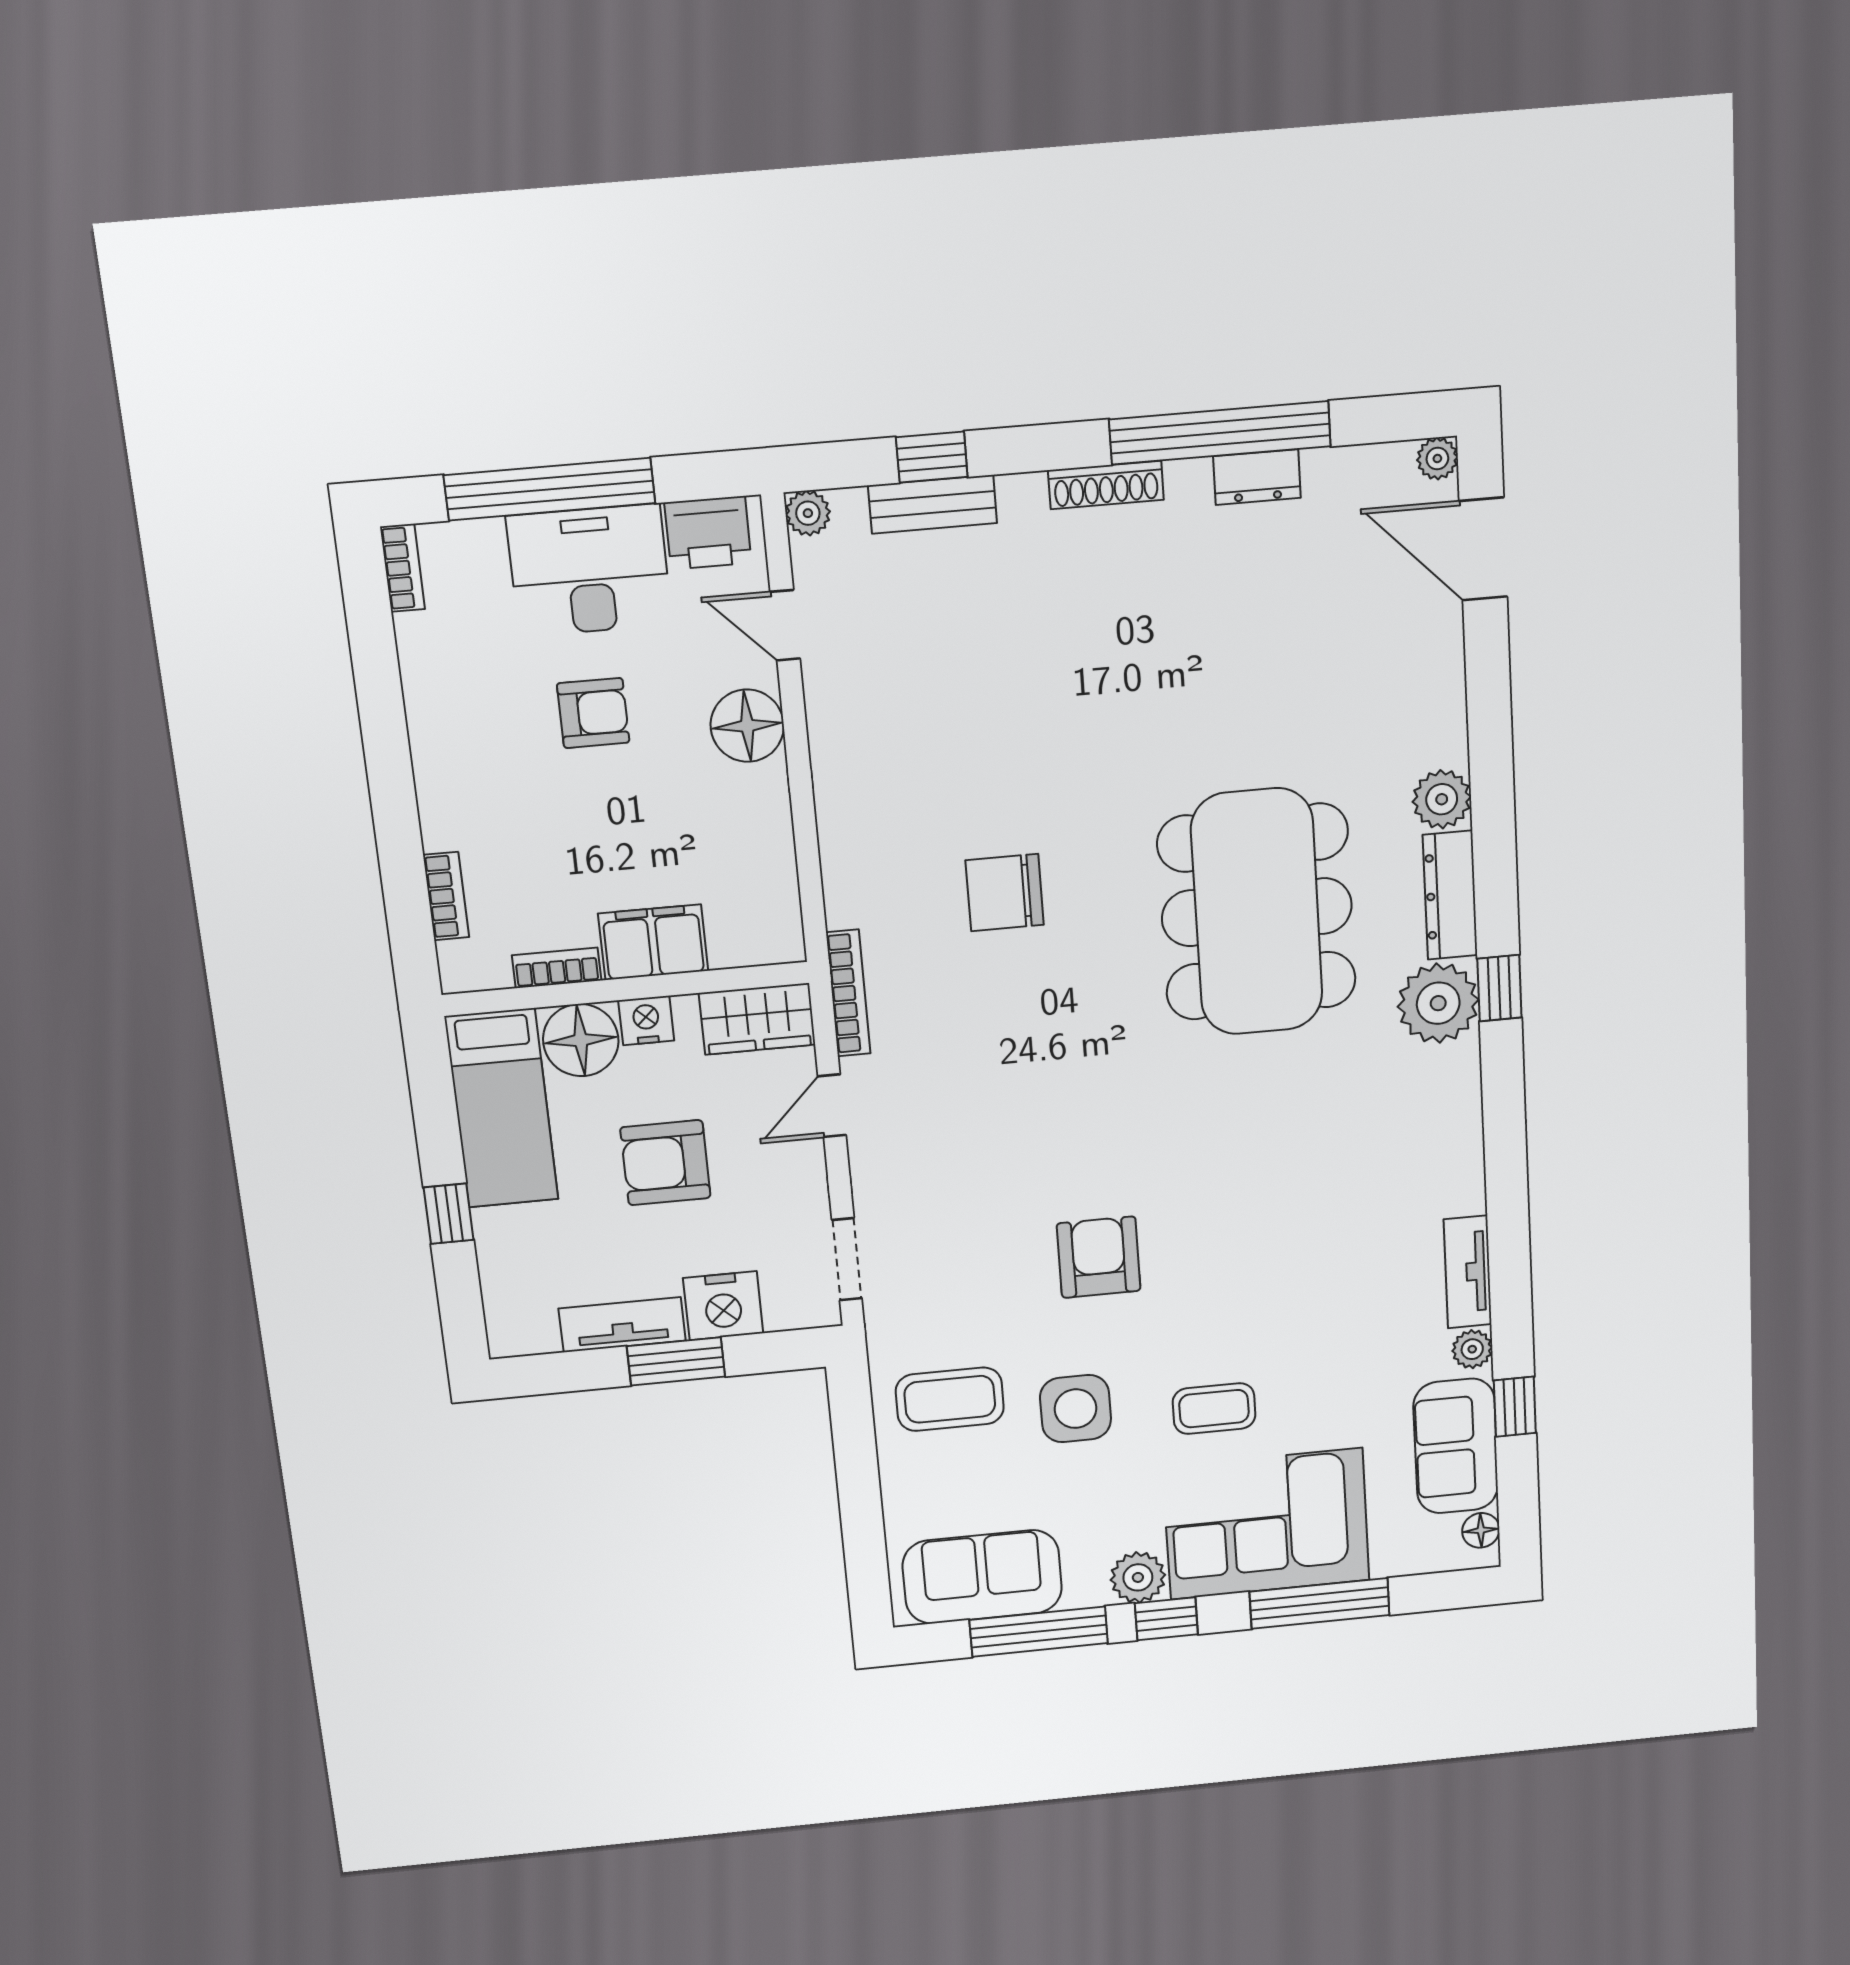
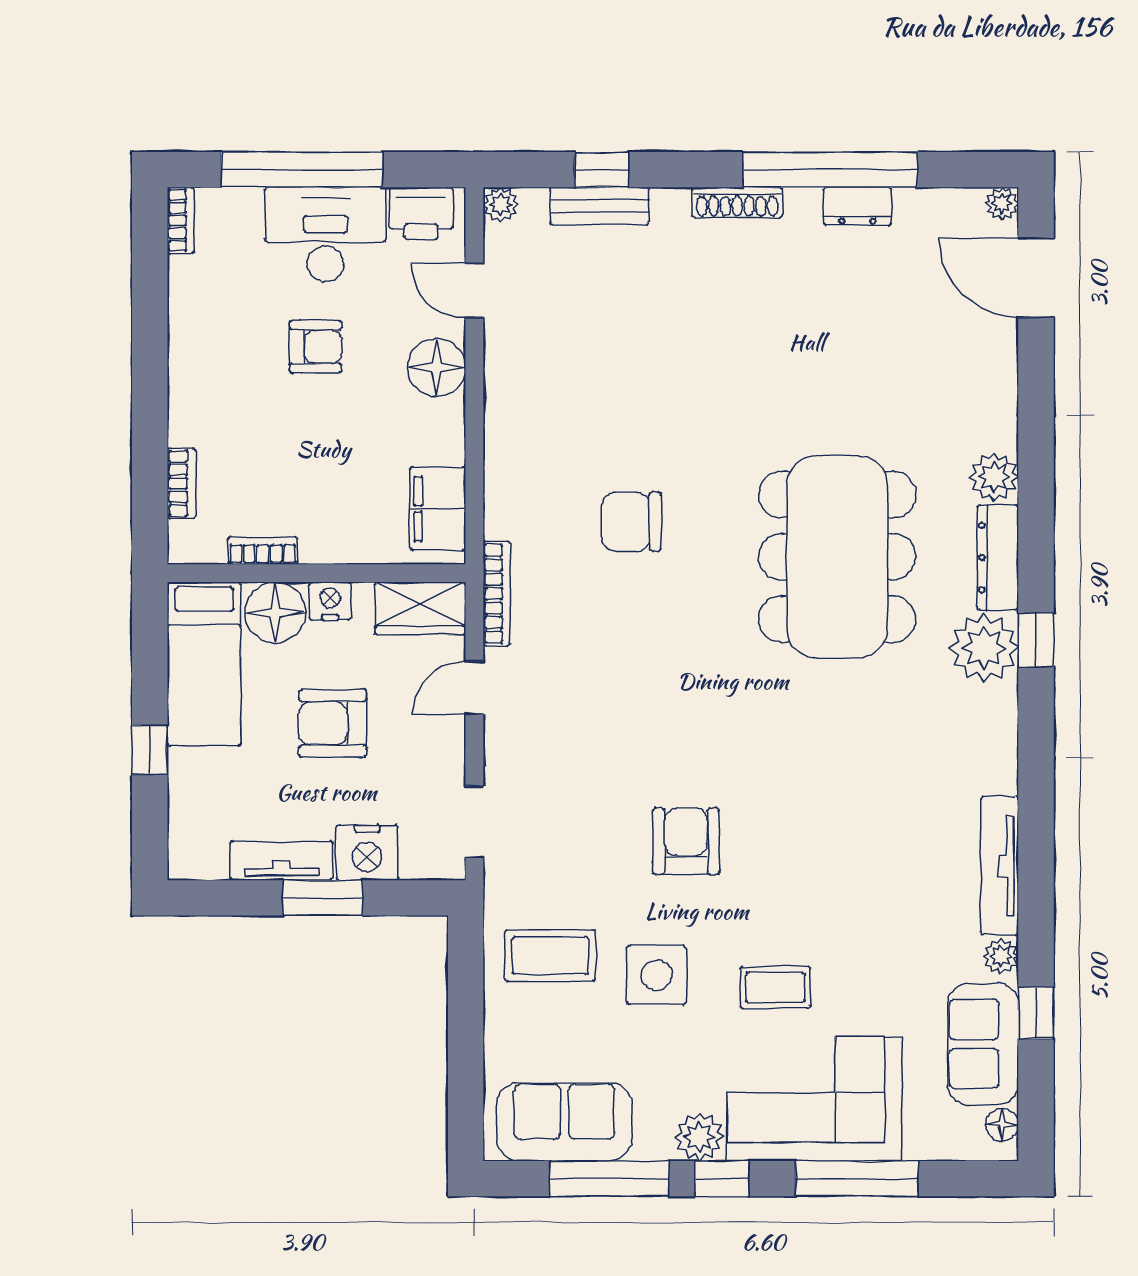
filing cabinet: (653, 942) -> (438, 509), moved, turned -90
tv unit: (1468, 1272) -> (1000, 866), width x1.41

